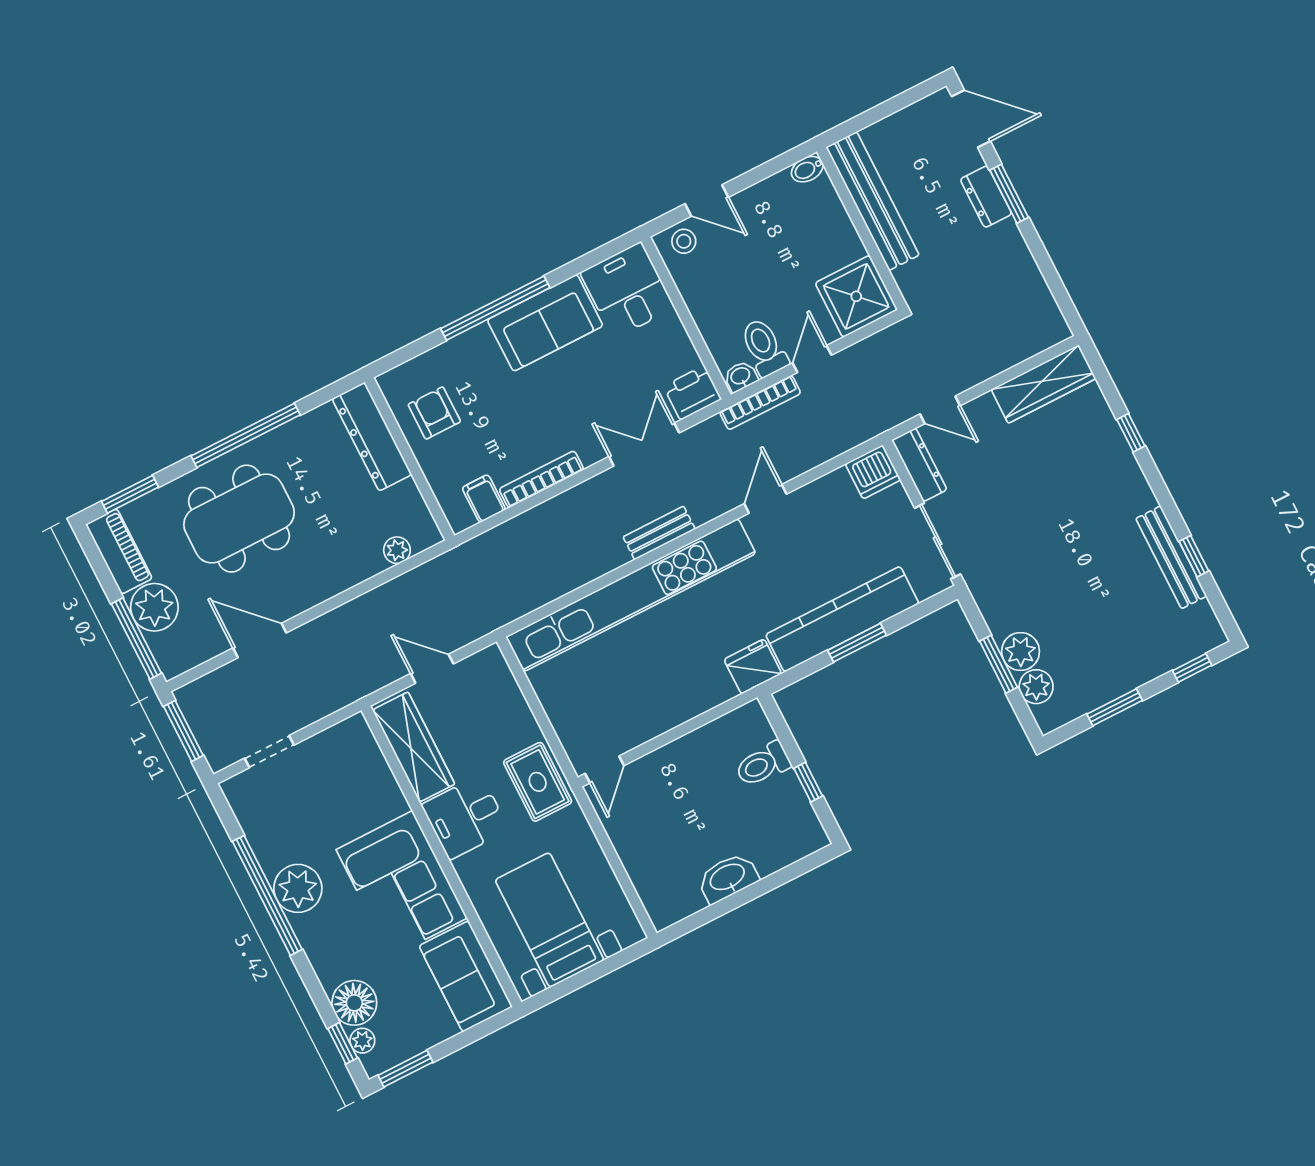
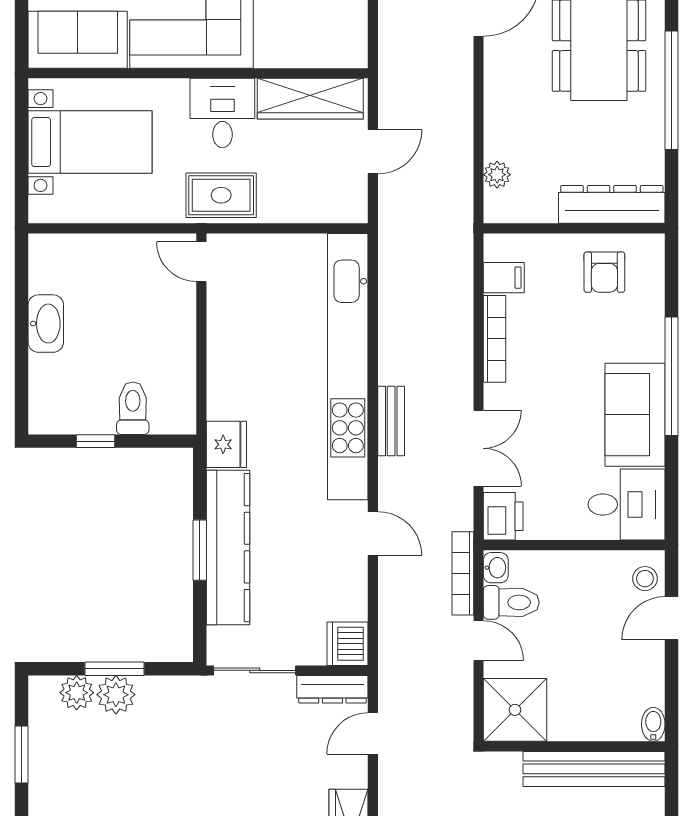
armchair: (434, 413) -> (604, 272), turned 90

